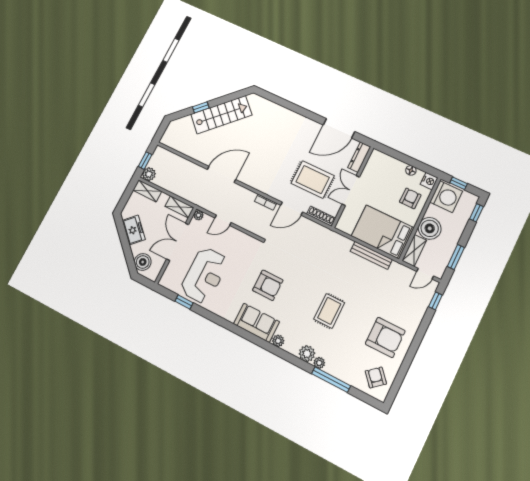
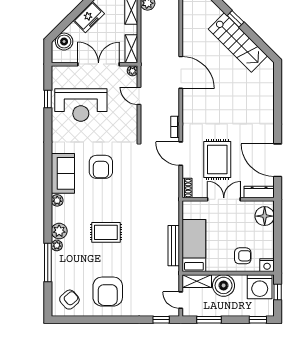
floor lamp: (411, 170) -> (265, 216), moved, width x1.89, depth x1.89
shoe rack: (321, 216) -> (187, 188), width x0.70
bed: (383, 232) -> (194, 246), width x0.67

